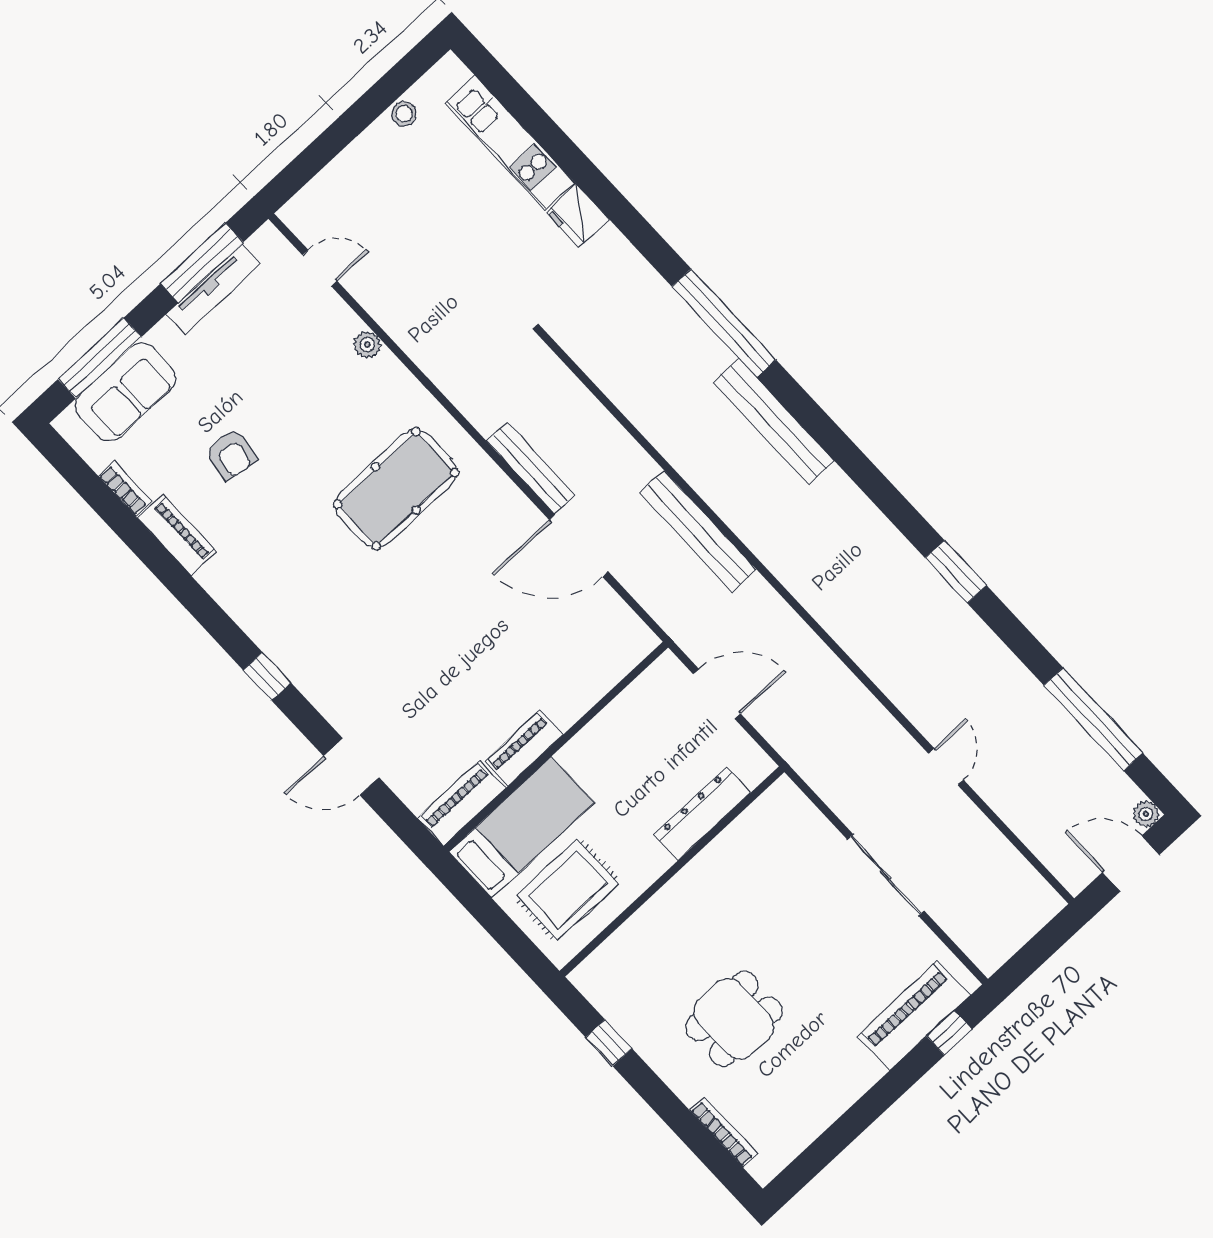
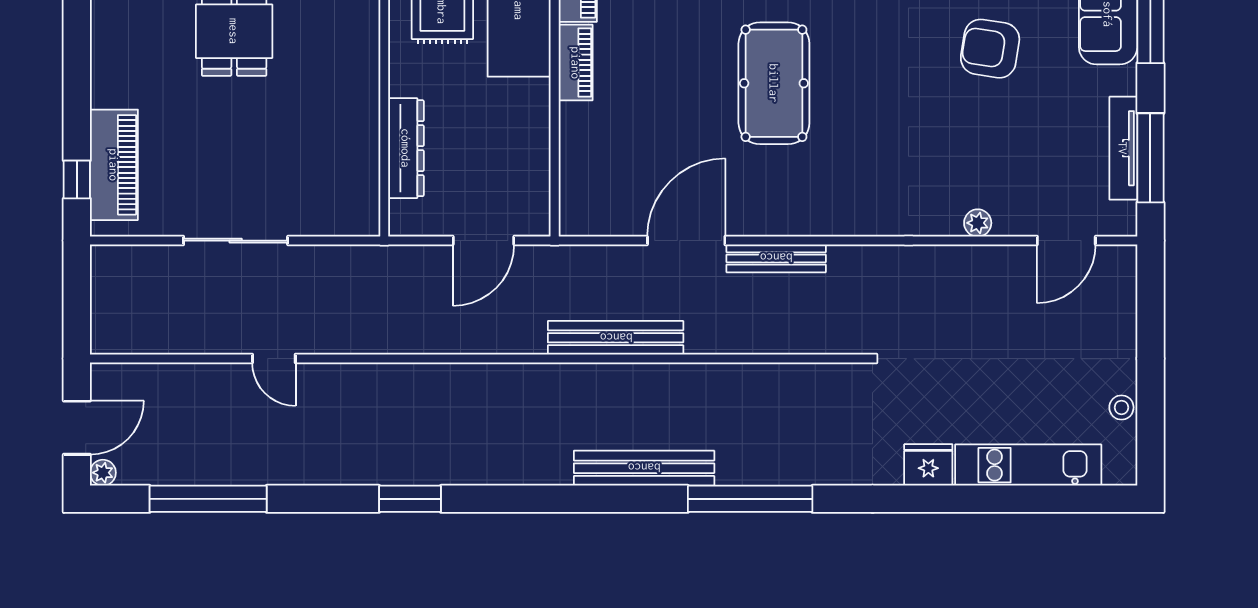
door: (320, 268) -> (1066, 241), width x1.38
armchair: (231, 455) -> (990, 49), width x1.38, depth x1.38
pool table: (396, 488) -> (774, 83), moved

